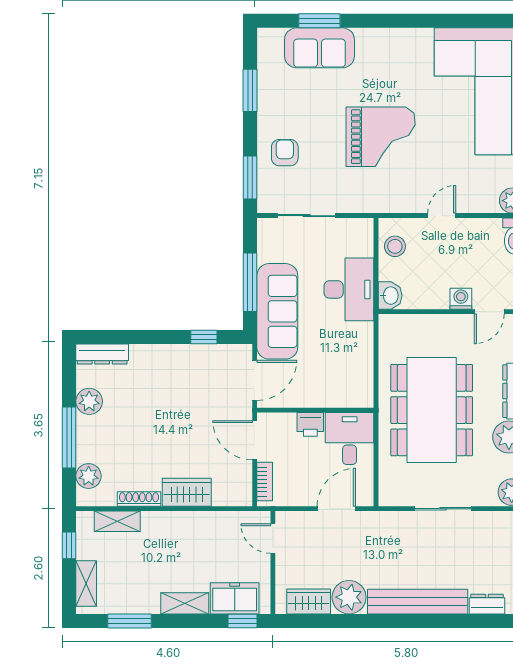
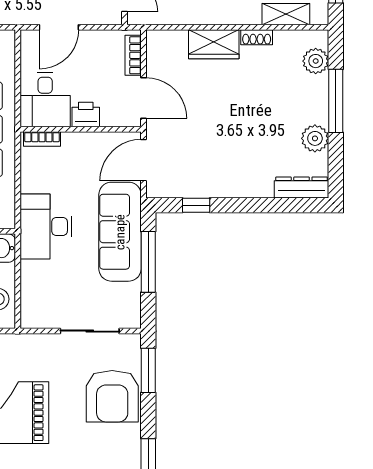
armchair: (285, 153) -> (112, 396), width x1.88, depth x1.88
desk: (349, 289) -> (46, 226), moved
bookcase: (353, 401) -> (42, 139), added
shoe rack: (139, 499) -> (257, 37), width x0.70

